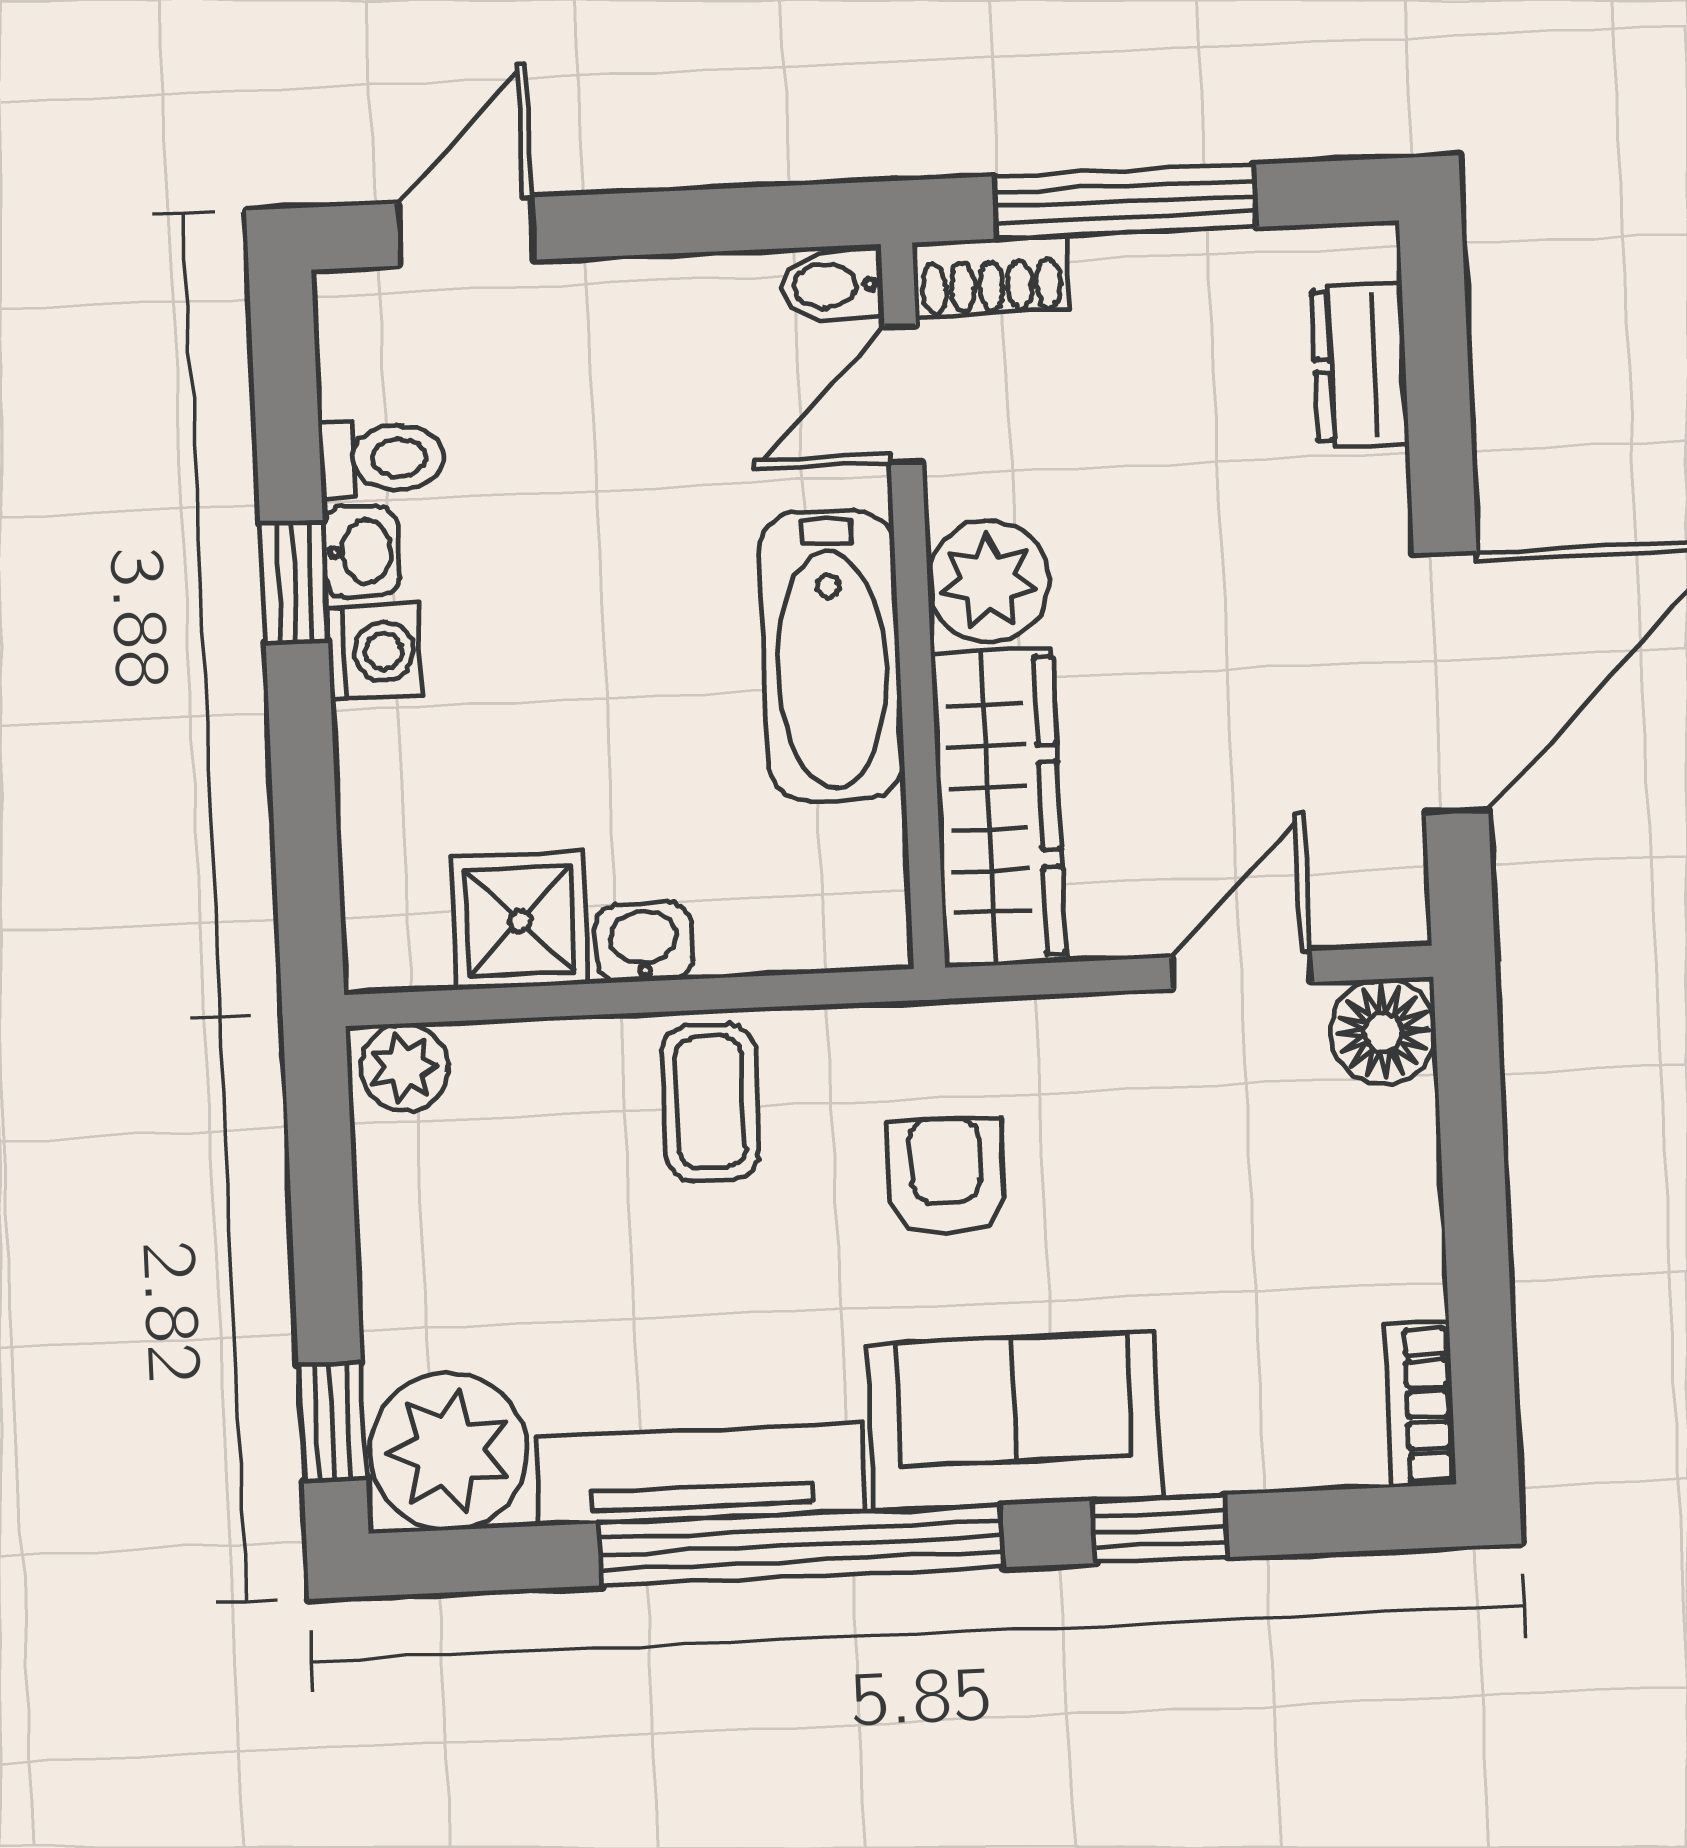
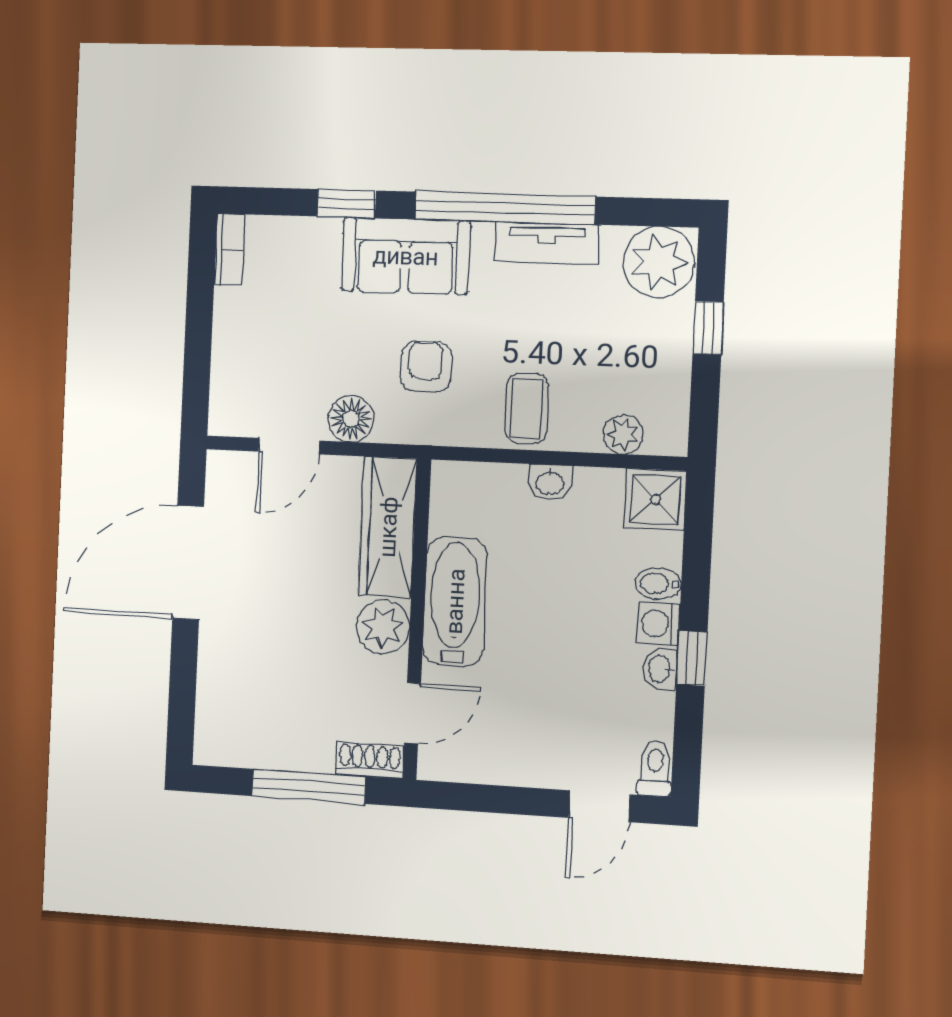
bidet: (832, 286) -> (658, 584), moved, turned 180
dresser: (1360, 365) -> (215, 704), removed
toilet: (382, 458) -> (655, 768), moved, turned 90
shower: (520, 921) -> (655, 499), moved
floor lamp: (1383, 1032) -> (351, 419), moved
plant: (405, 1067) -> (623, 435), moved
armchair: (946, 1176) -> (426, 367), turned 180
window: (332, 1421) -> (708, 328), moved
tv unit: (701, 1474) -> (547, 243), width x0.71

